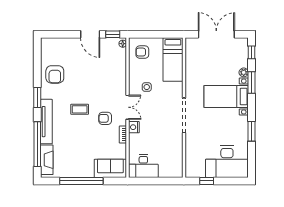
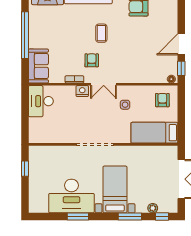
plant: (244, 72) -> (153, 208), moved
desk: (227, 162) -> (71, 196), moved, turned -90

